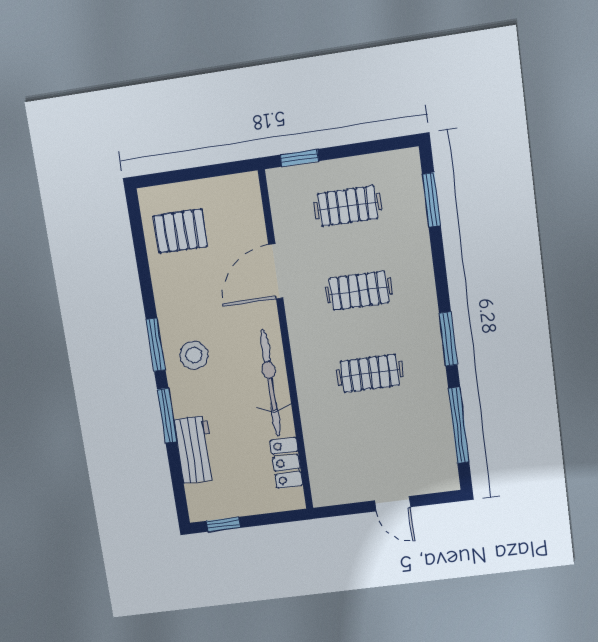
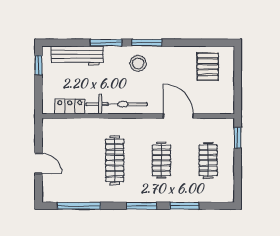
window: (431, 200) -> (184, 206), moved
window: (448, 339) -> (142, 206), moved
clothes rail: (370, 373) -> (115, 160), width x1.36
workbench: (195, 450) -> (77, 56), width x1.38
door: (393, 504) -> (39, 163), swing flipped

